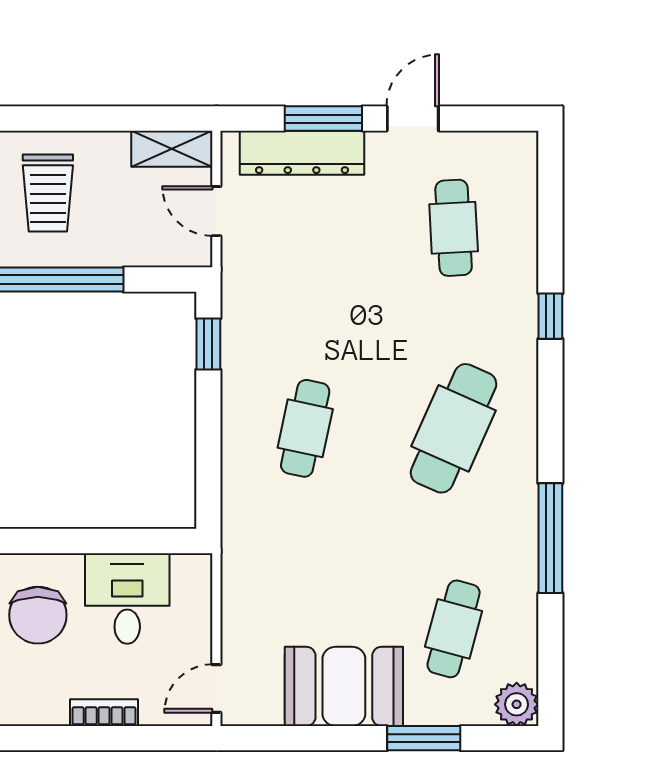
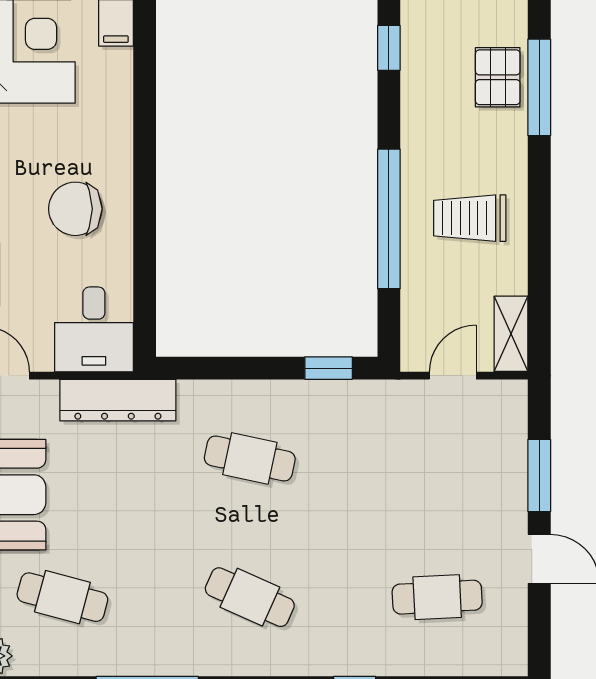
dresser: (302, 153) -> (118, 400), moved, turned -90
cafe table: (454, 428) -> (250, 597), width x0.73, depth x0.74
desk: (127, 598) -> (94, 329), moved, turned 90

